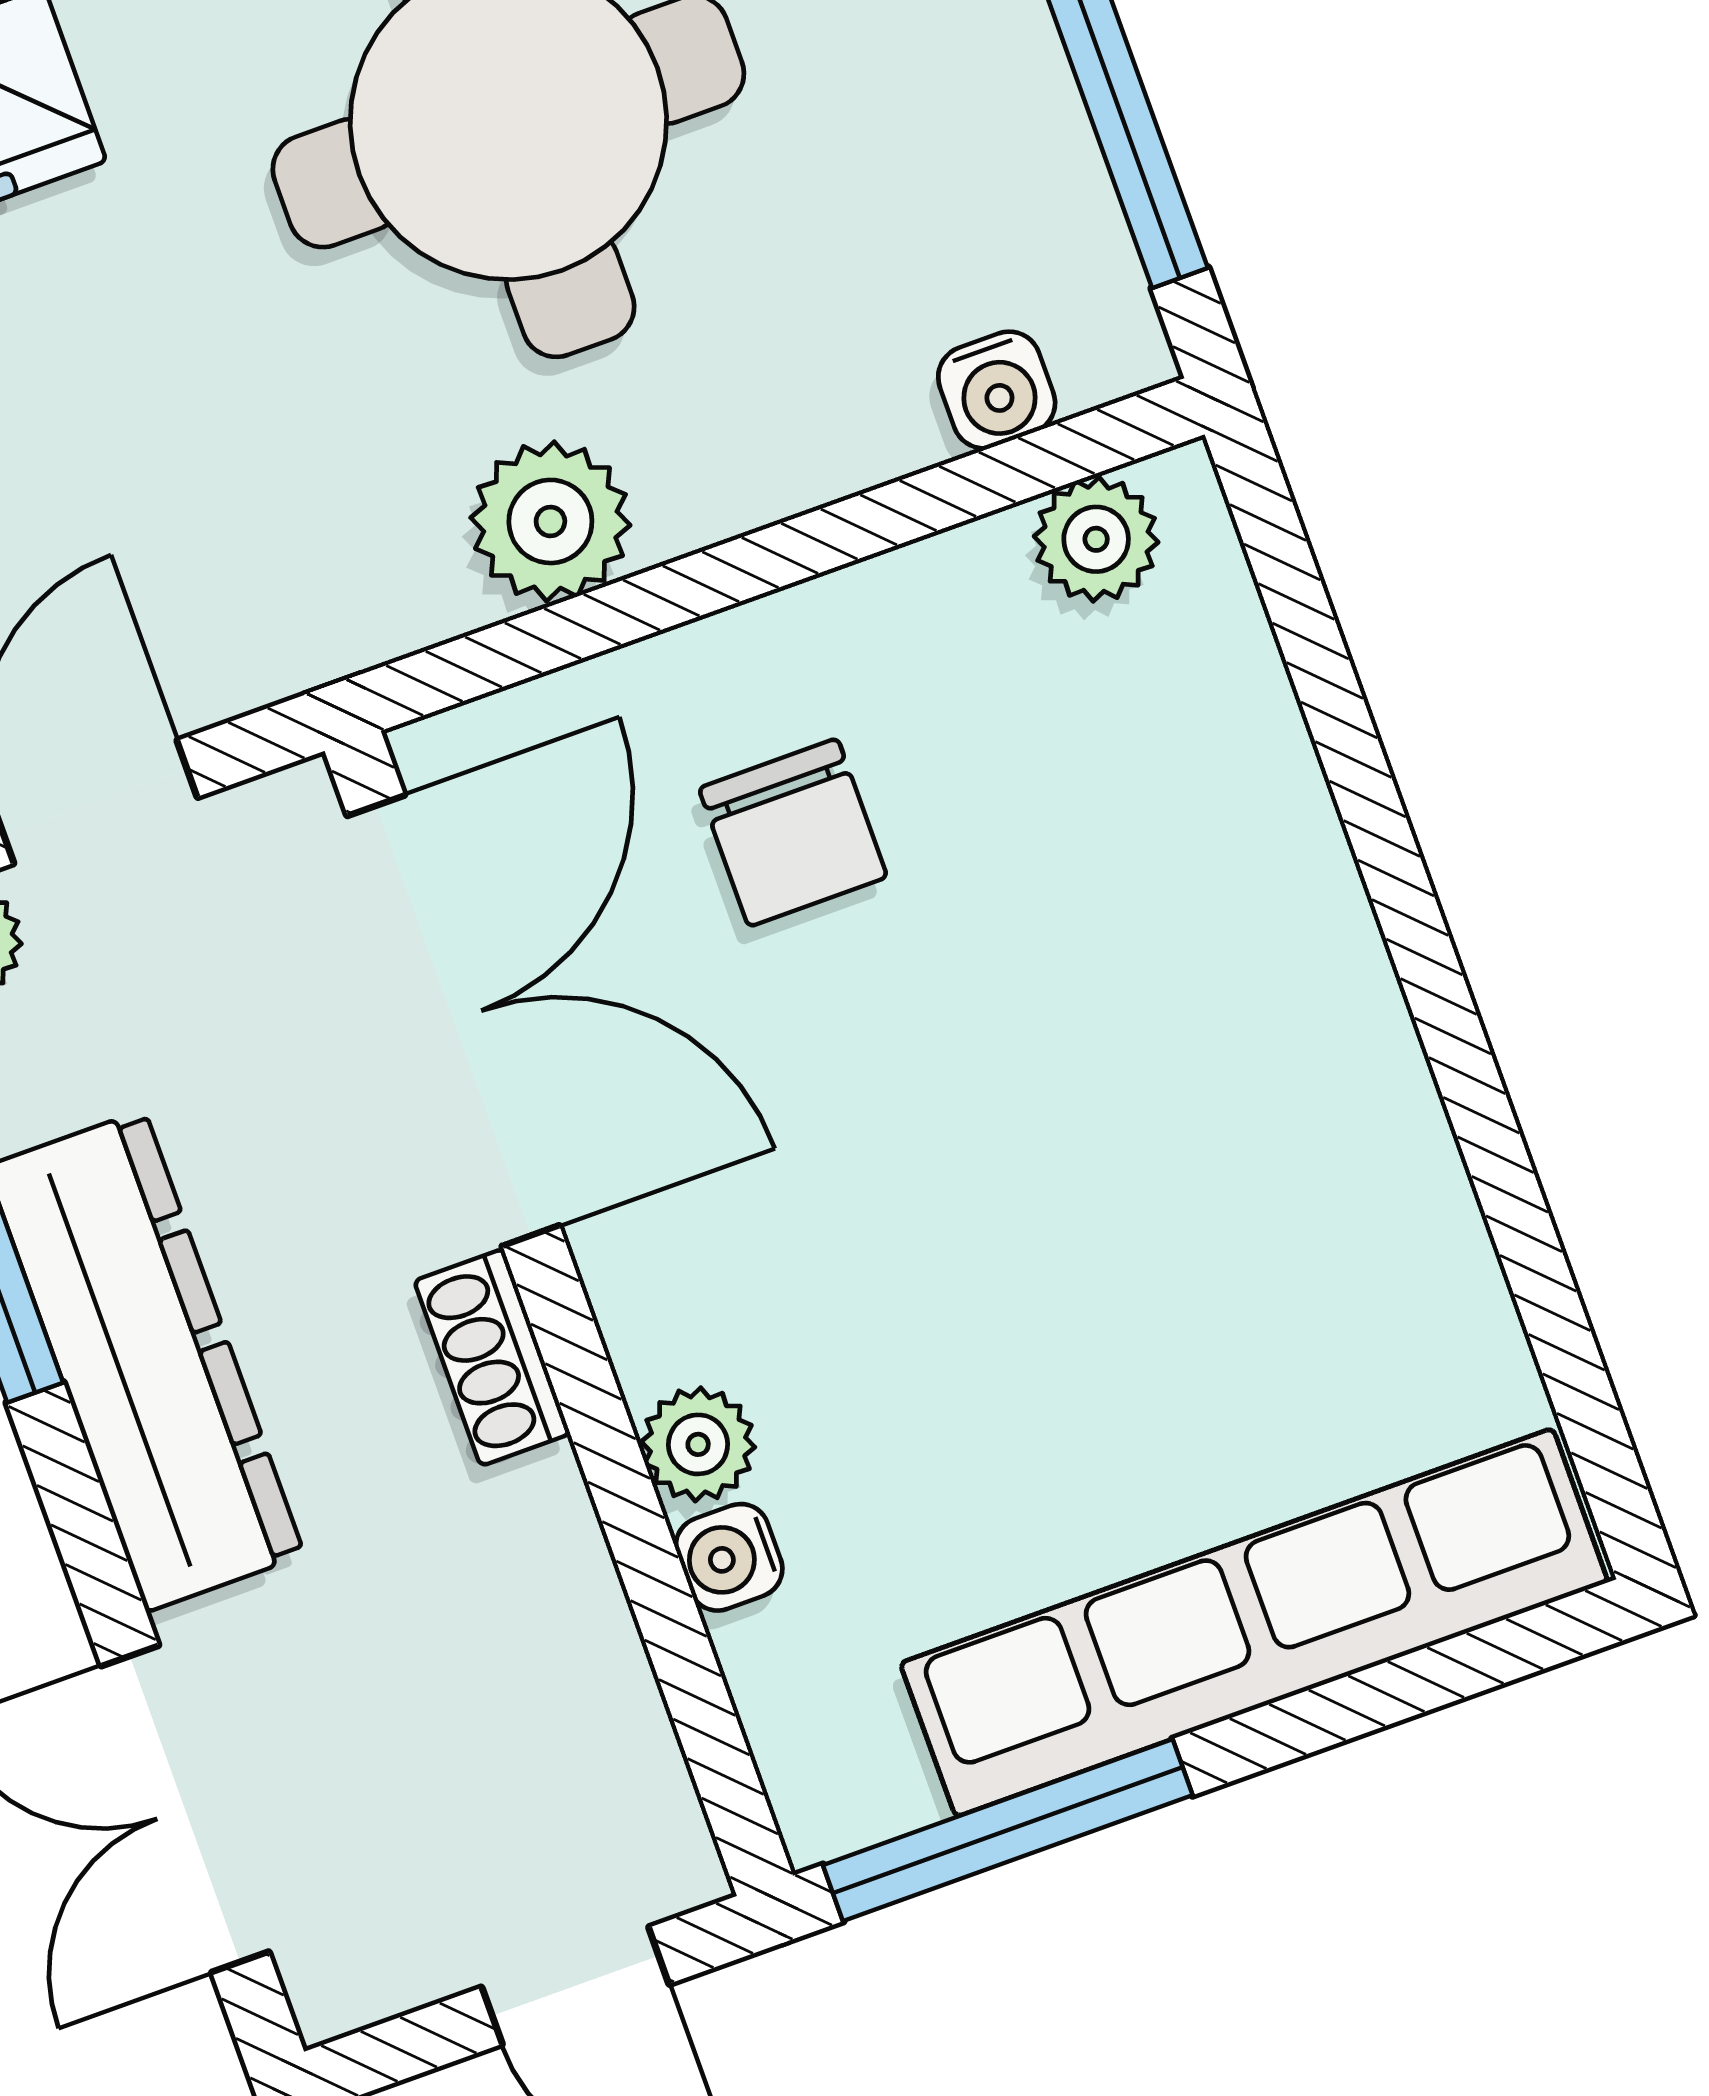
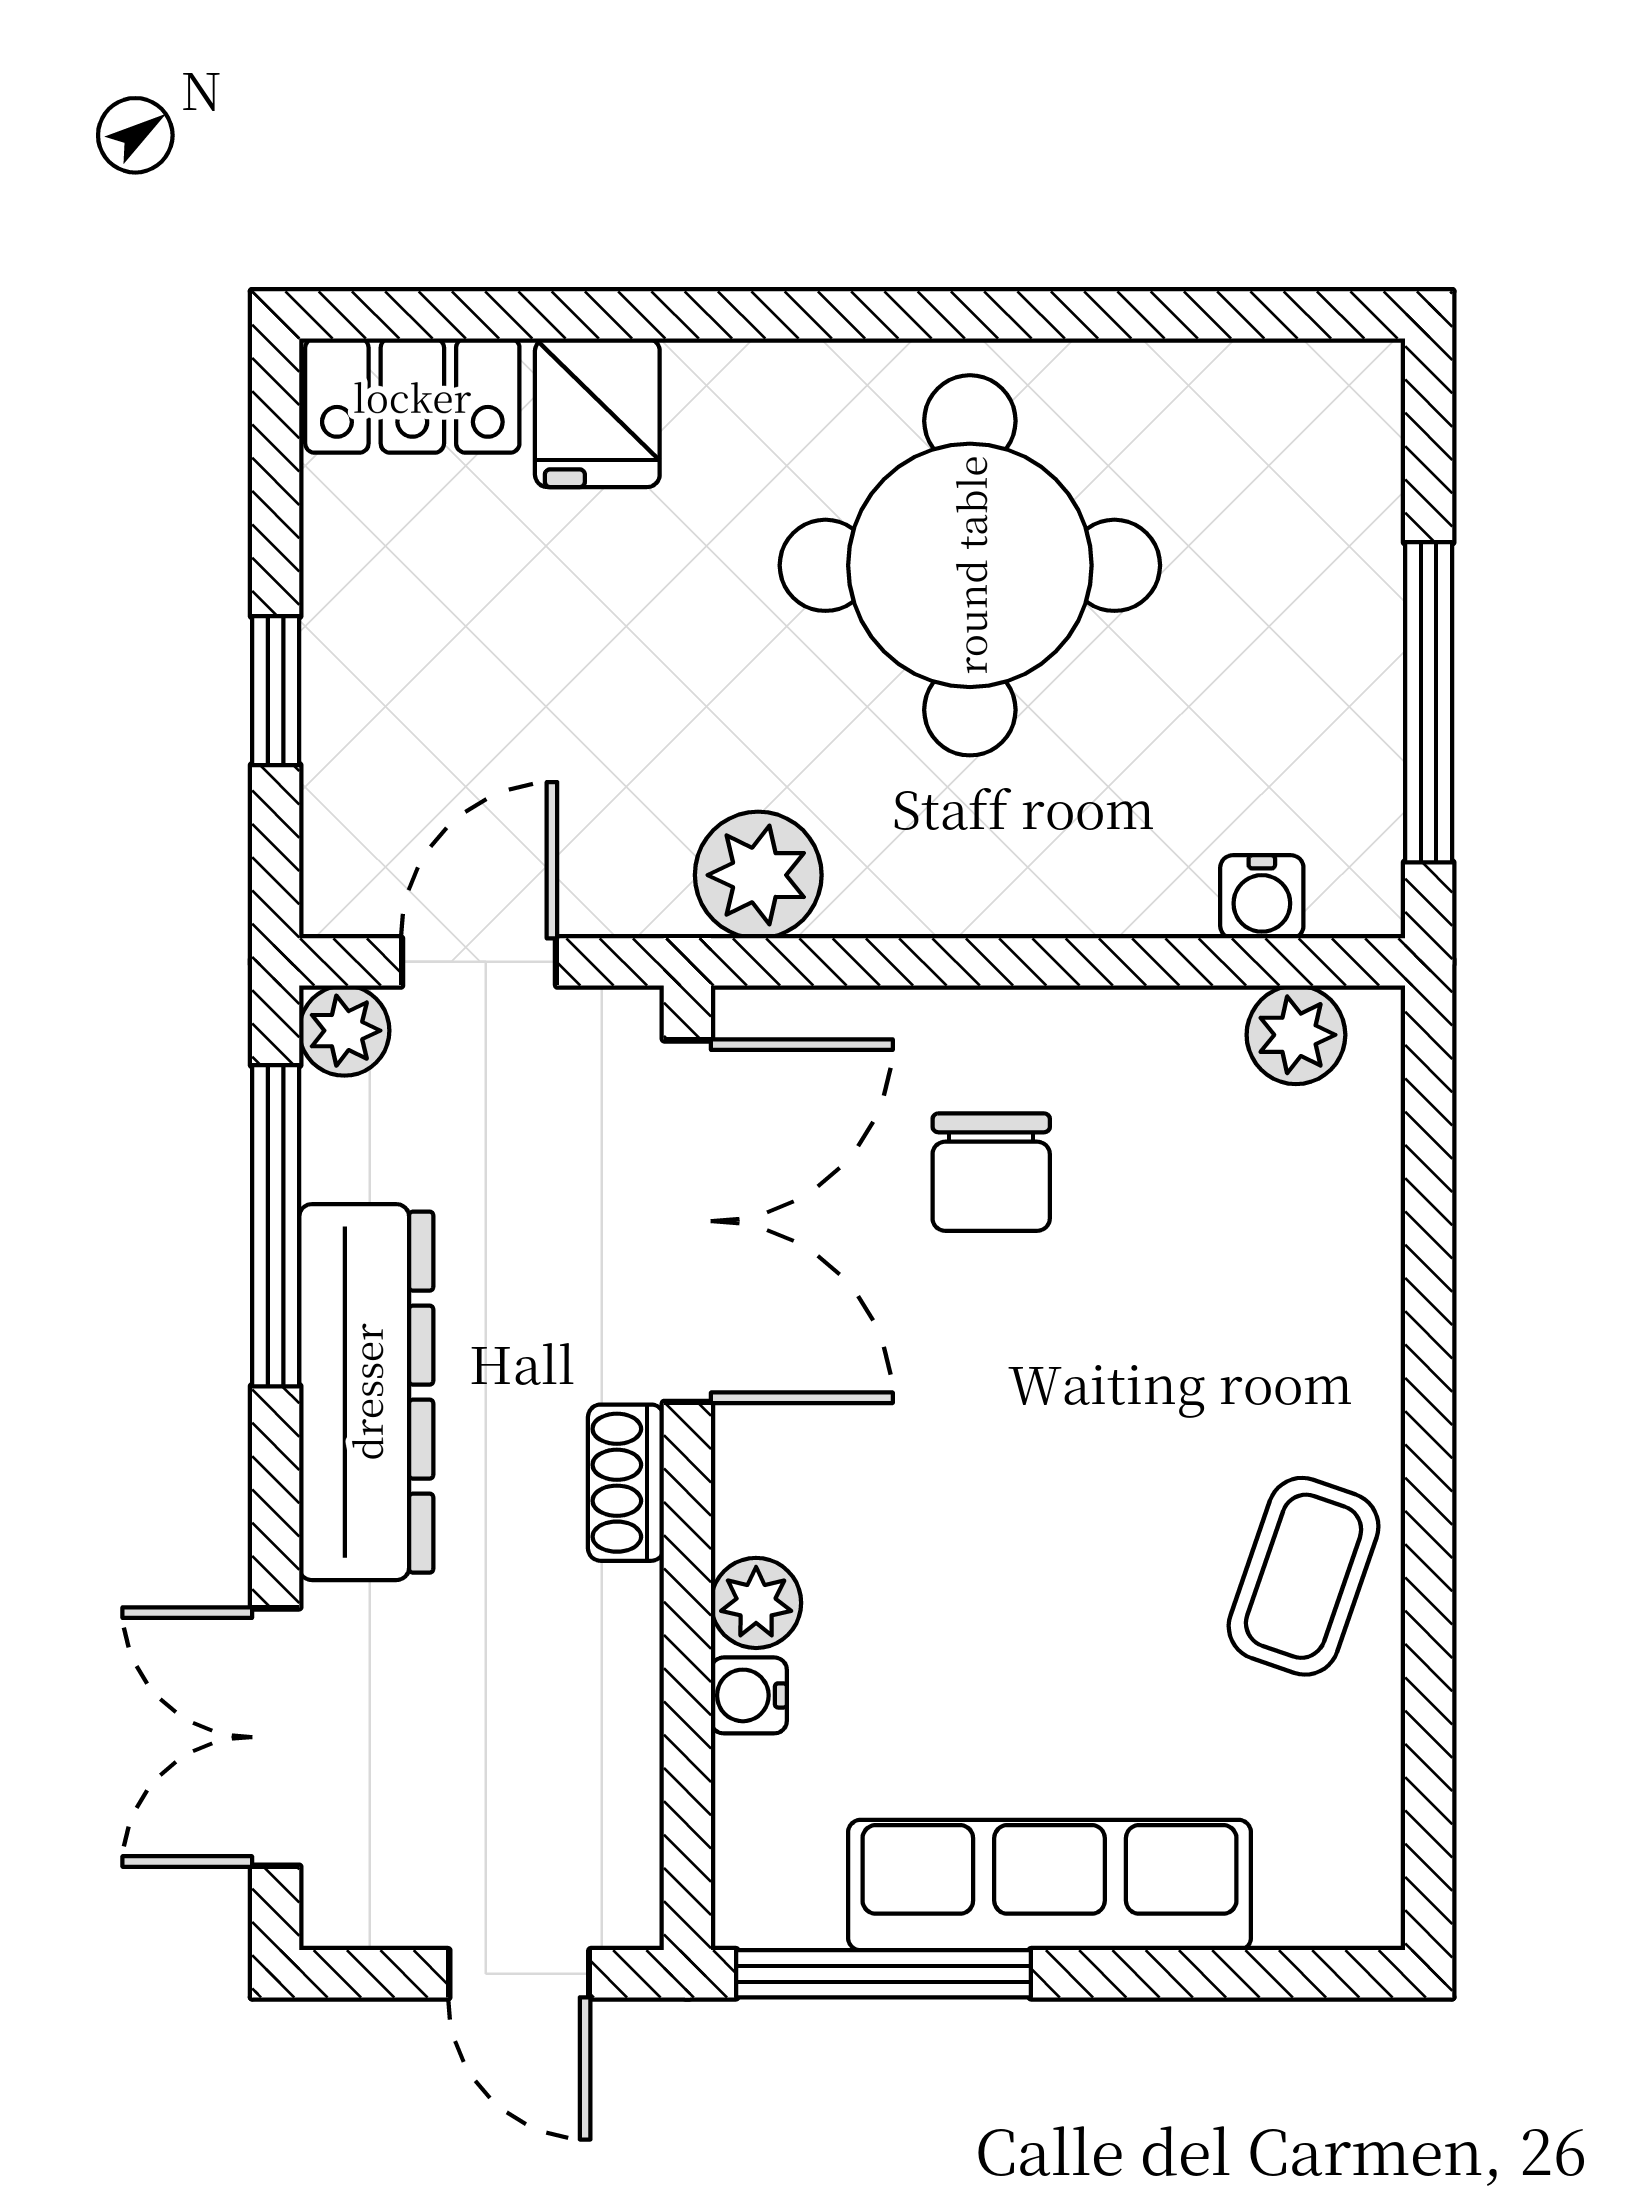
plant: (550, 521) -> (758, 875), moved
coffee table: (1337, 1179) -> (1304, 1576), added
row of seats: (1254, 1622) -> (1050, 1885), width x0.73

